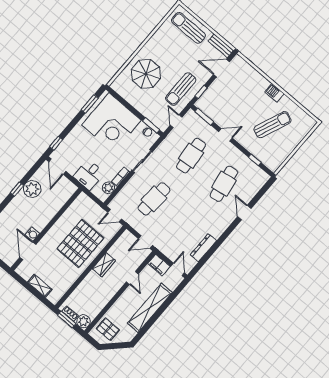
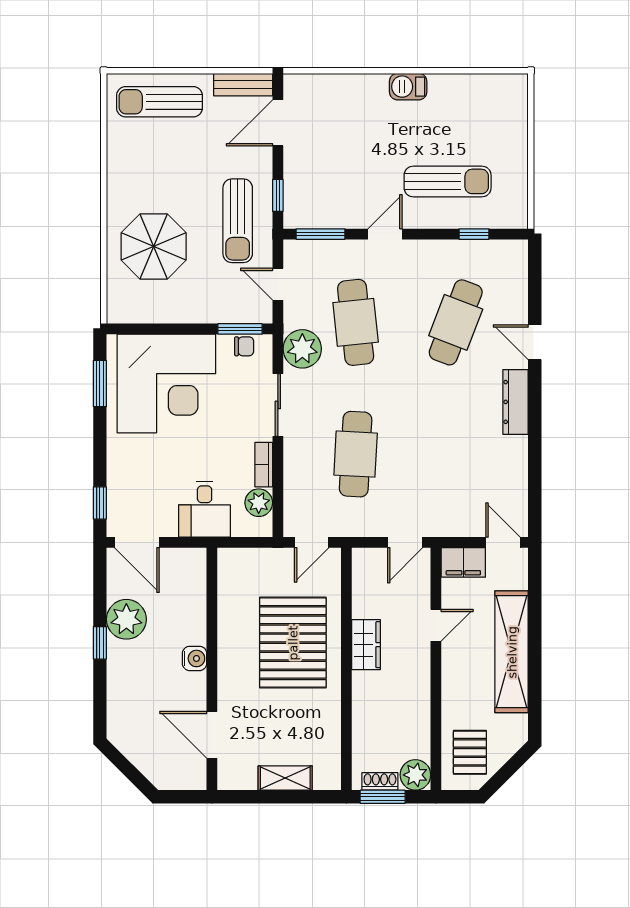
sun lounger: (272, 125) -> (448, 181), moved, turned 68
plant: (166, 149) -> (302, 349), added
cafe table: (224, 184) -> (456, 322), turned 30
water cooler: (32, 234) -> (195, 658), moved
dresser: (203, 248) -> (516, 402), moved
door: (132, 278) -> (436, 625), hinge flipped
pallet: (108, 329) -> (470, 752), turned 90

